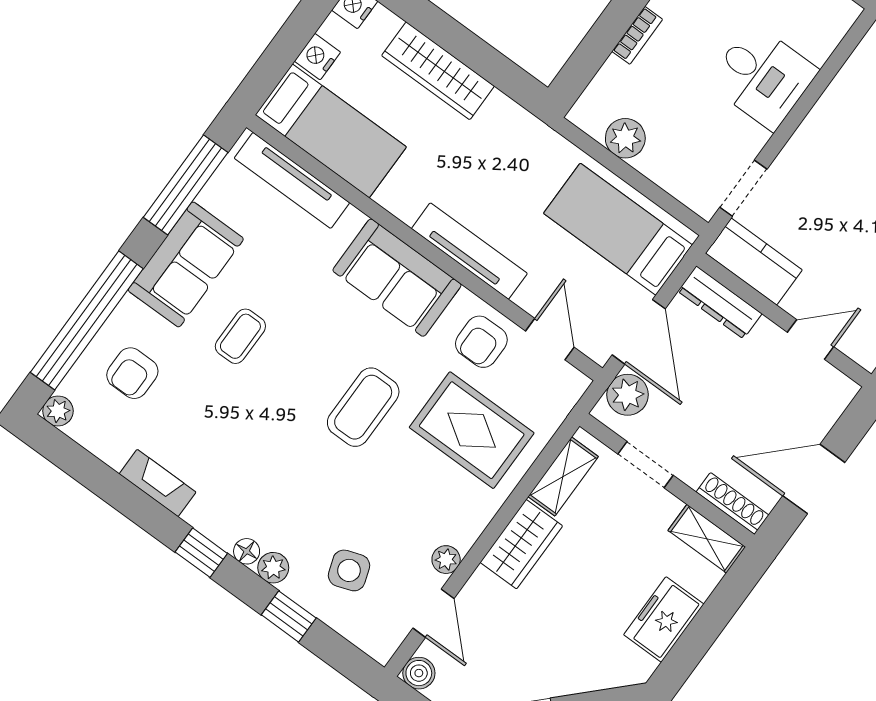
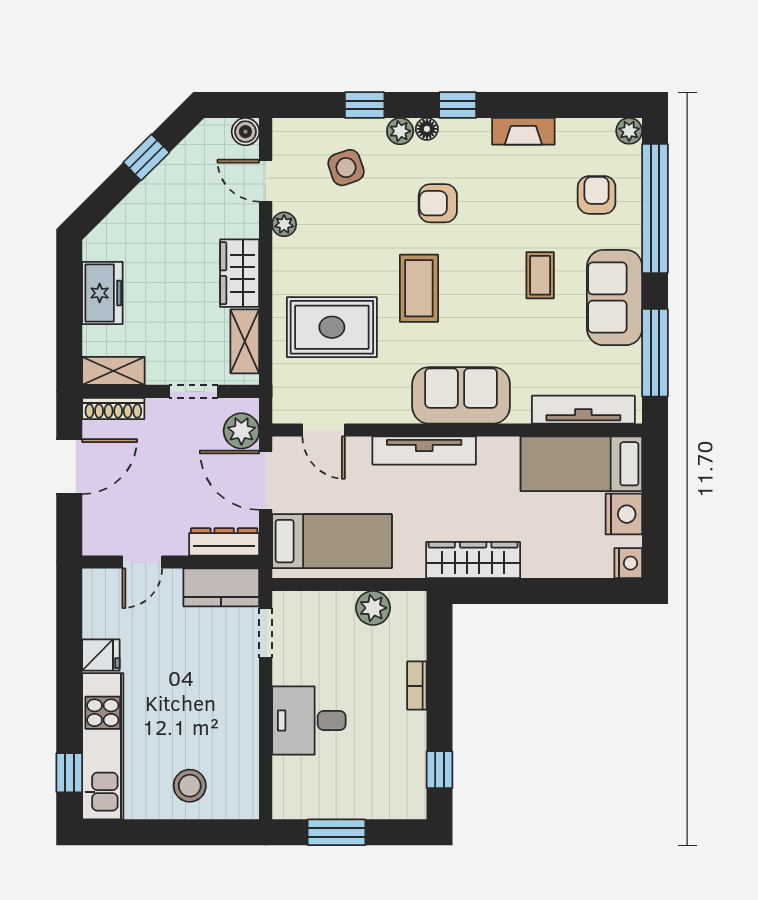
nightstand: (317, 57) -> (624, 514), width x1.36, depth x1.33
wardrobe: (438, 71) -> (473, 560), moved
armchair: (481, 342) -> (438, 203), moved, turned -90

